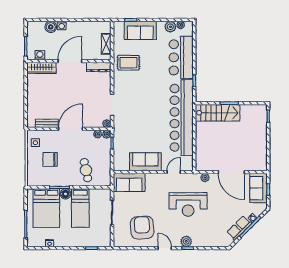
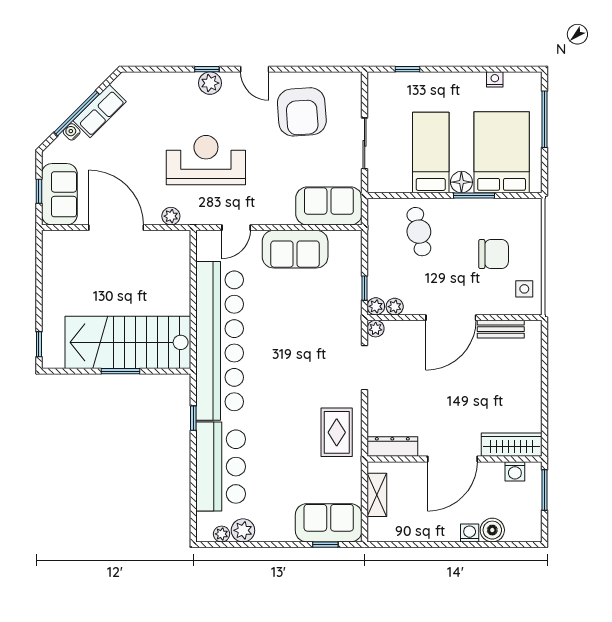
sofa: (140, 30) -> (329, 523), moved
rug: (128, 63) -> (337, 432), moved, turned 90
stairs: (218, 113) -> (128, 342), width x1.36, depth x1.51

